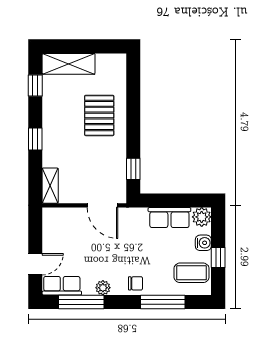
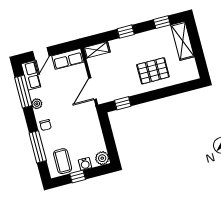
row of seats: (169, 218) -> (68, 59), moved, turned -90
door: (35, 264) -> (41, 54), hinge flipped

